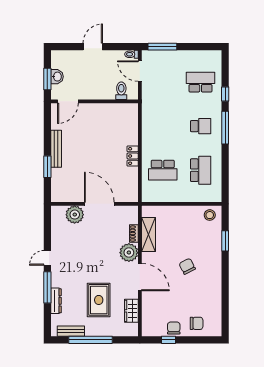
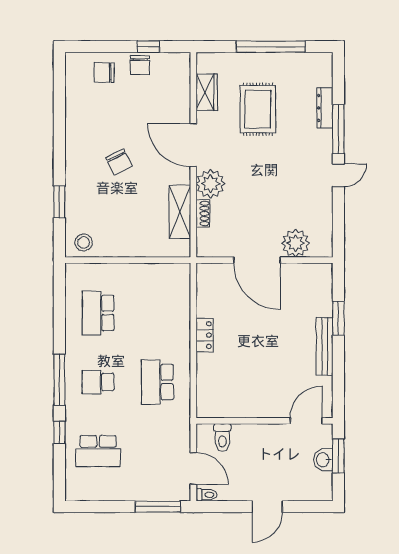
school desk: (163, 170) -> (157, 382), moved, turned -90
bench: (71, 331) -> (301, 60), removed

